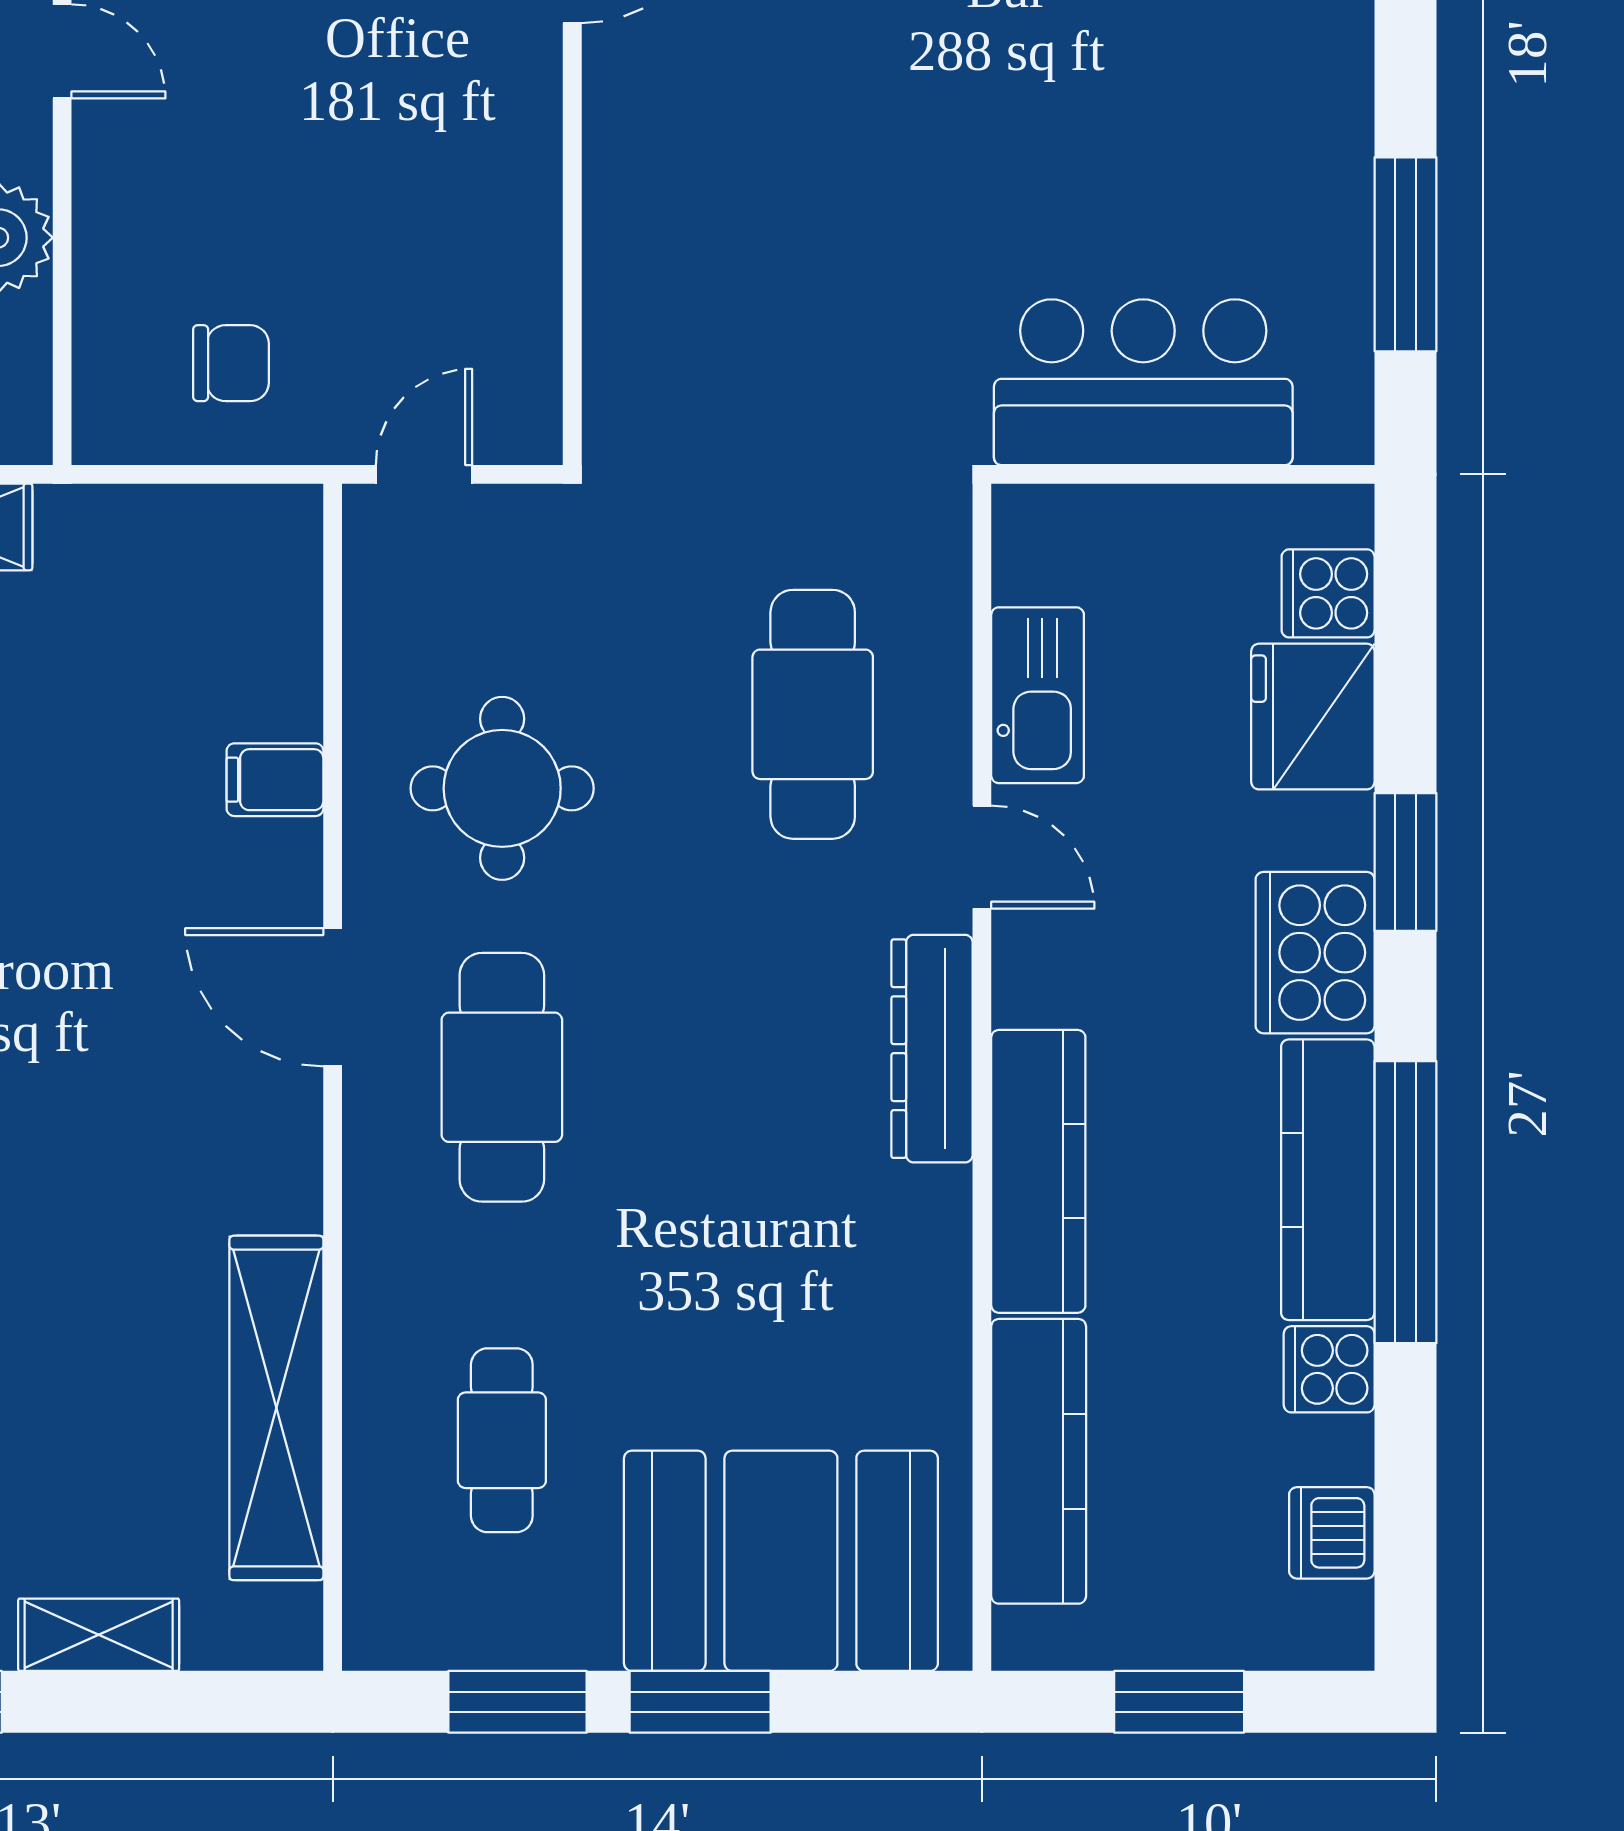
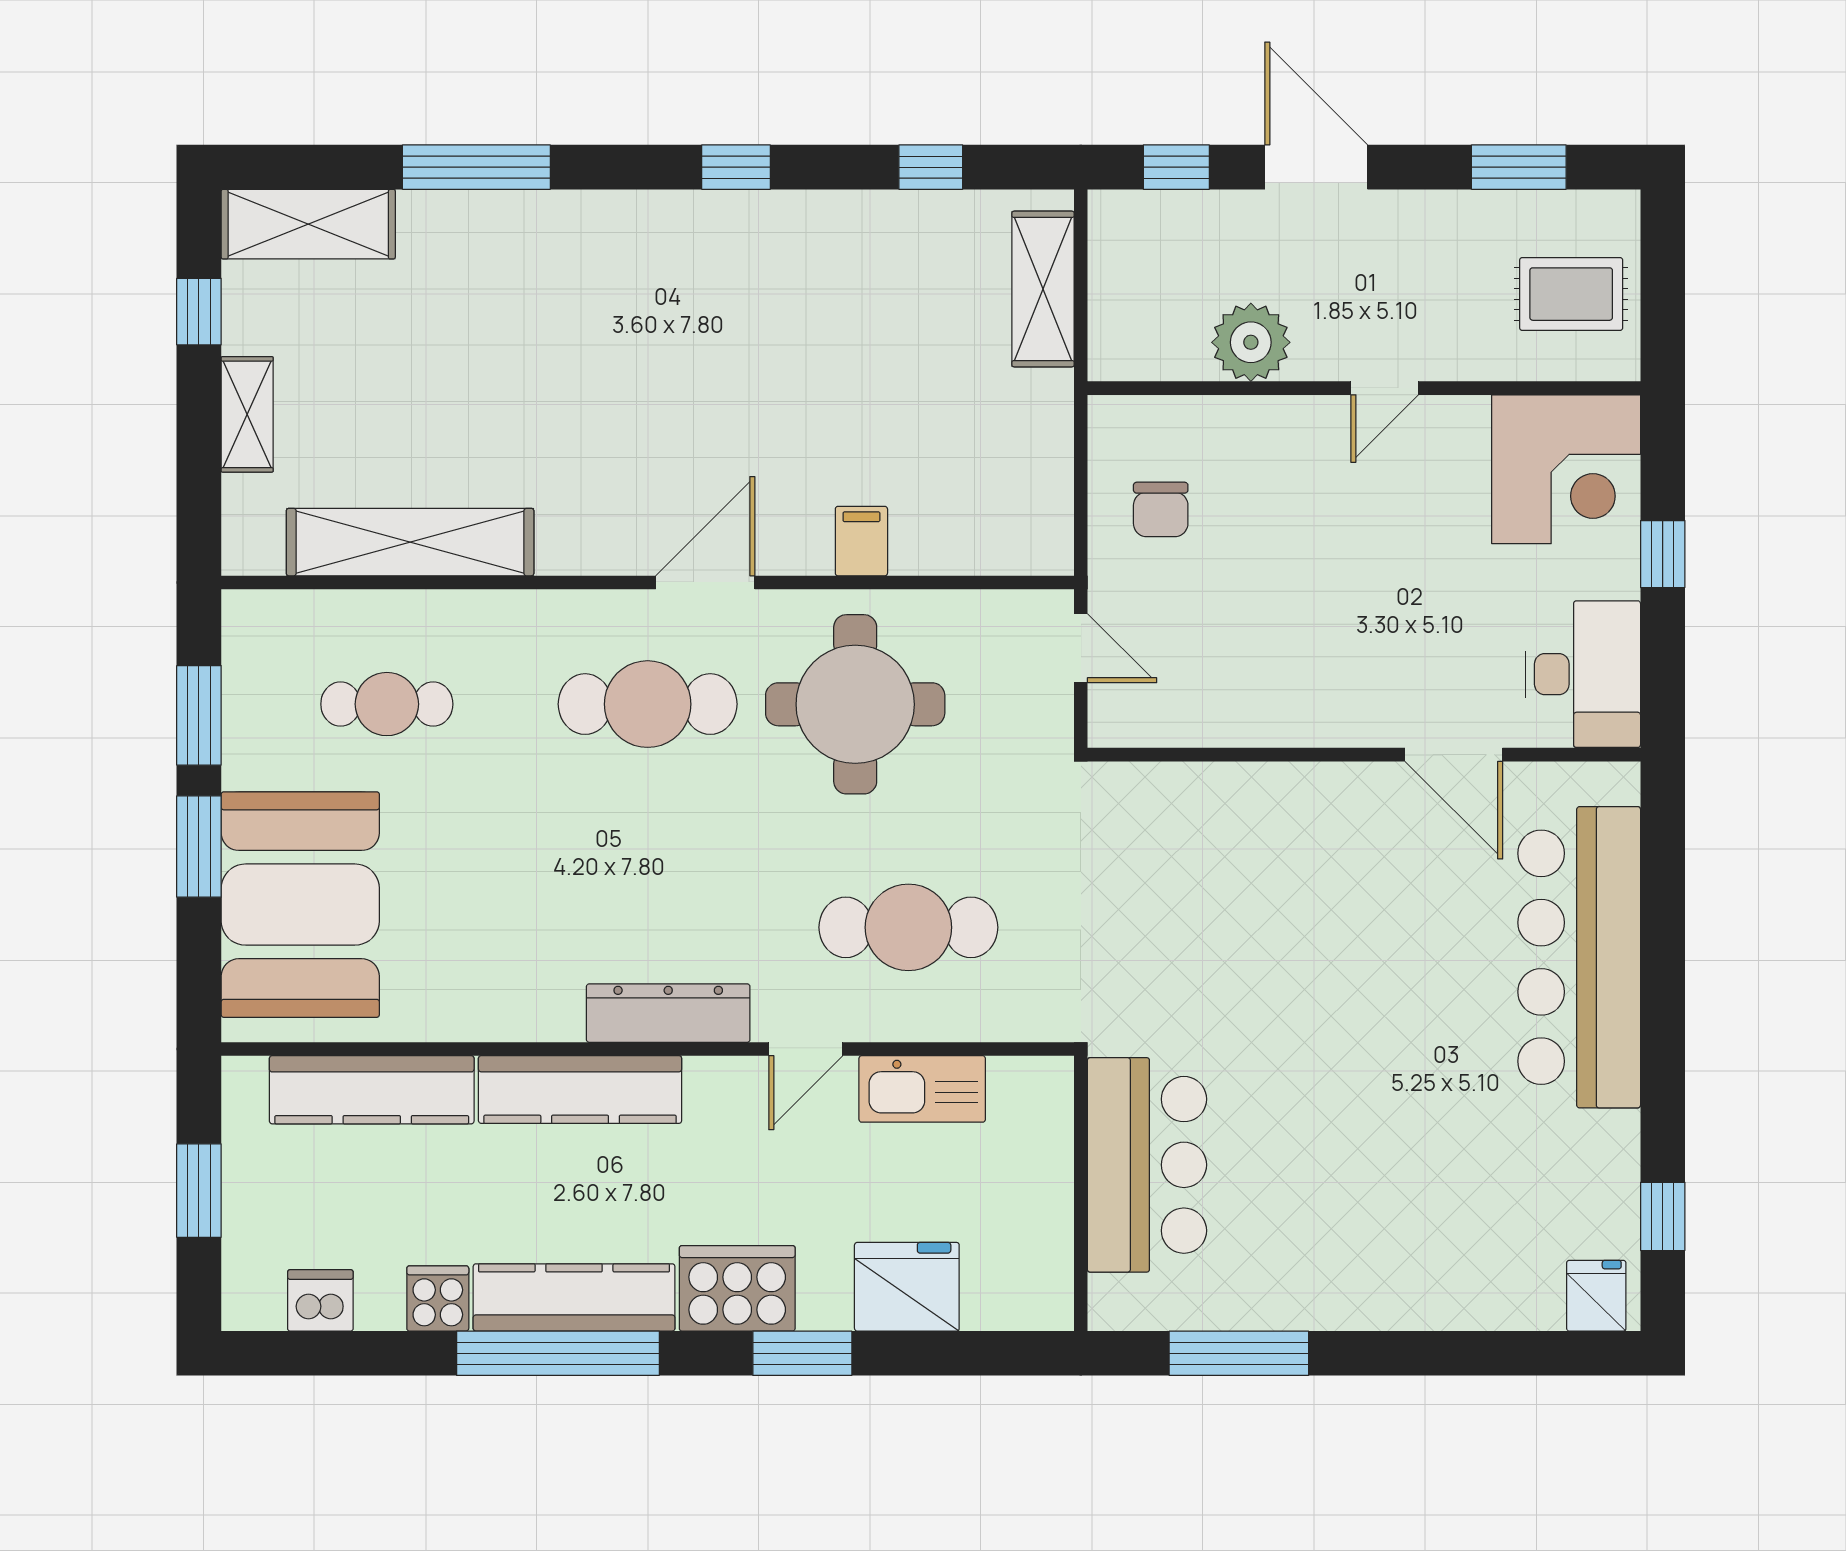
cooker: (1328, 593) -> (995, 1298), removed
round table: (502, 788) -> (855, 704), width x1.36, depth x1.36

